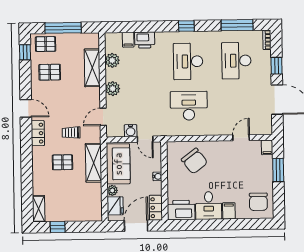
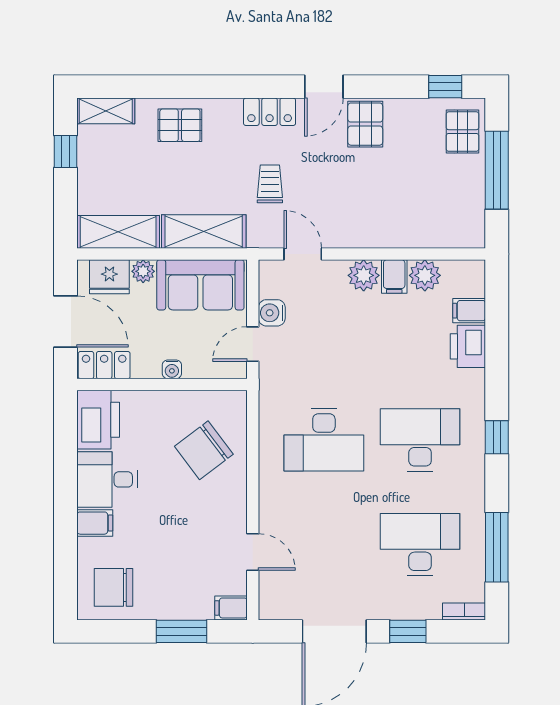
shelving: (92, 68) -> (118, 232), moved
pallet: (50, 72) -> (365, 124), moved
filing cabinet: (113, 74) -> (394, 277), added
desk: (189, 106) -> (324, 440), turned 90
pallet: (62, 162) -> (180, 125), moved, turned 90

